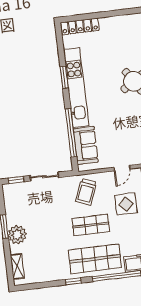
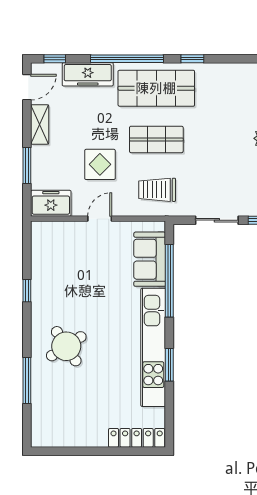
trolley: (86, 192) -> (157, 190), turned -112

